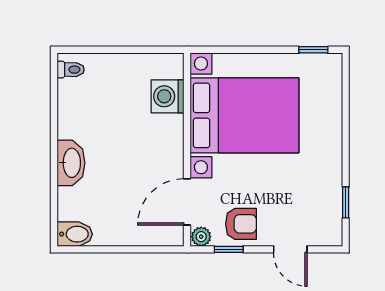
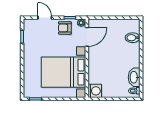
washing machine: (167, 96) -> (95, 91), moved
washbasin: (71, 163) -> (134, 77), moved
bidet: (75, 234) -> (133, 38), moved

